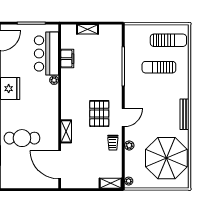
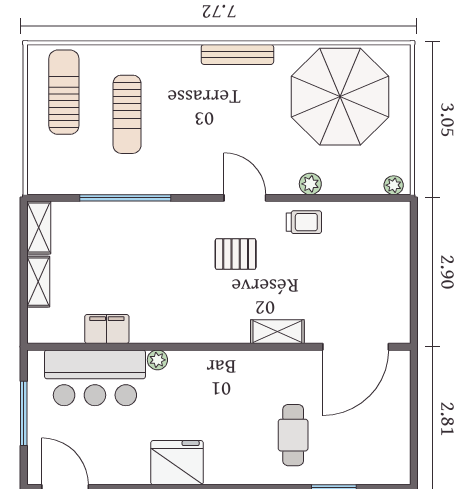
pallet: (99, 114) -> (236, 254), width x0.67, depth x0.71
cafe table: (22, 138) -> (293, 435), width x0.73, depth x0.74
shelving: (111, 183) -> (39, 227), moved

